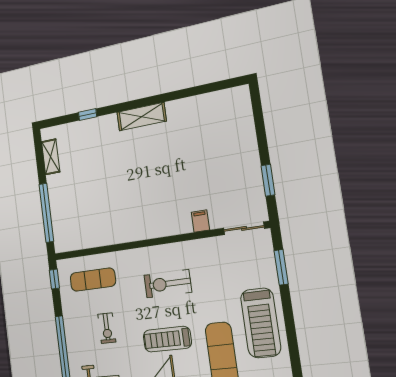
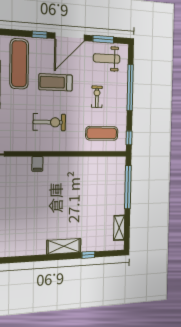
shelving: (142, 117) -> (64, 246), moved
filing cabinet: (200, 221) -> (37, 164), moved
treadmill: (167, 339) -> (56, 82), turned 180

